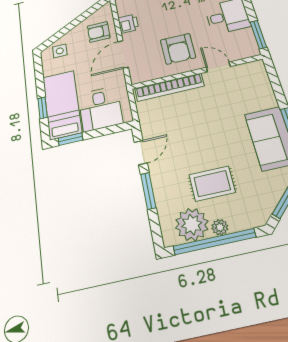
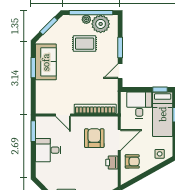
armchair: (178, 49) -> (94, 138), moved

